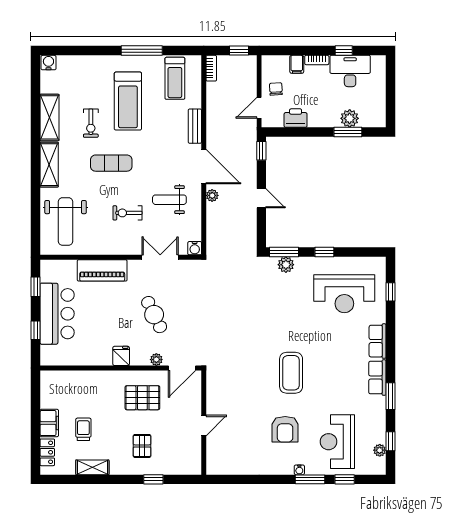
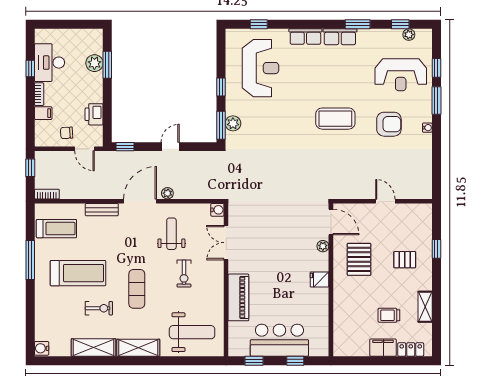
weight bench: (169, 200) -> (171, 234), turned 180
cafe table: (154, 315) -> (280, 248), removed
water cooler: (299, 470) -> (427, 128), moved

